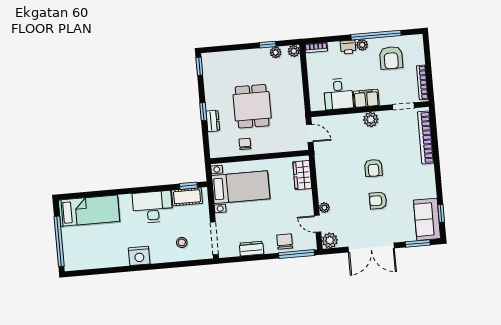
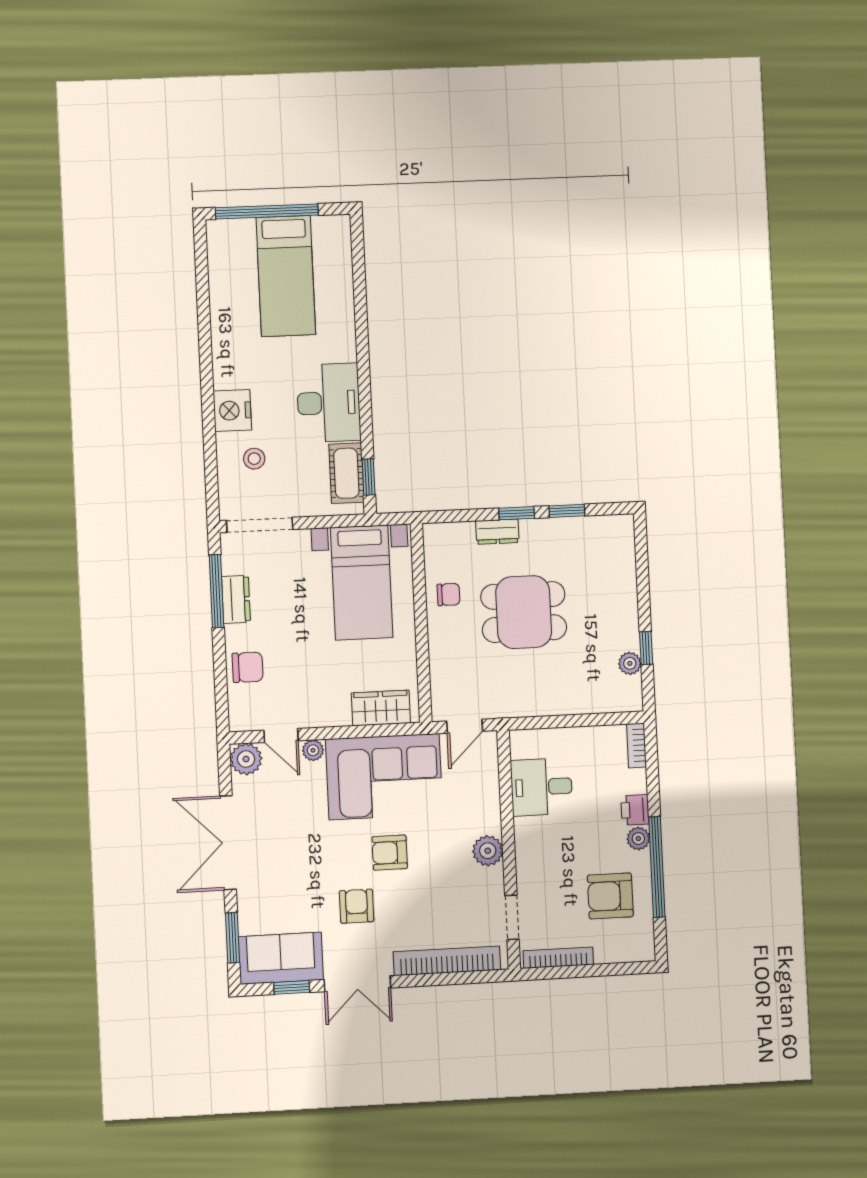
plant: (294, 51) -> (631, 700), removed
window: (199, 66) -> (567, 511), moved
filing cabinet: (366, 98) -> (531, 843), removed
corner sofa: (336, 172) -> (384, 777), added
double door: (438, 181) -> (357, 984), added
armchair: (378, 201) -> (357, 906), moved
bed: (89, 211) -> (286, 276), moved
door: (318, 224) -> (281, 735), swing flipped
window: (297, 254) -> (216, 591), moved
nightstand: (139, 256) -> (232, 411), moved

